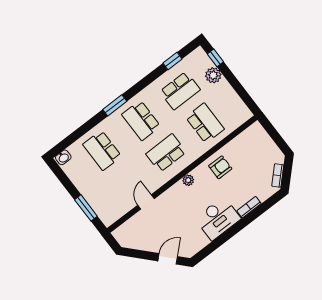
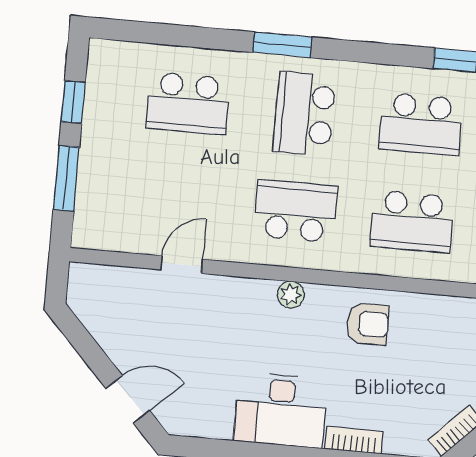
school desk: (205, 123) -> (412, 221), turned 90
school desk: (102, 150) -> (188, 103), turned -90
washbasin: (63, 157) -> (108, 53), removed
window: (66, 182) -> (73, 102), added

